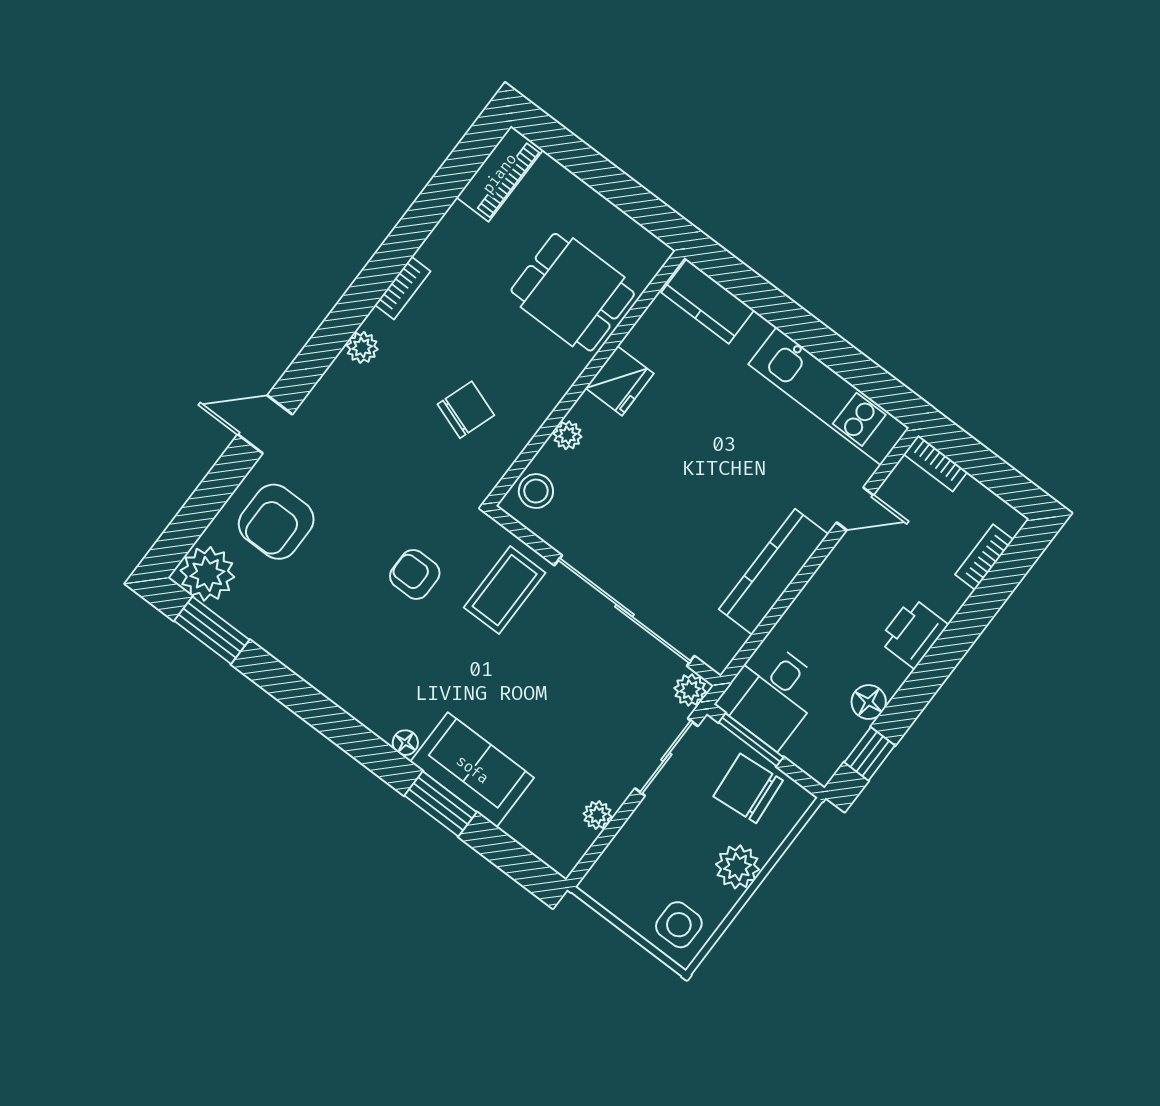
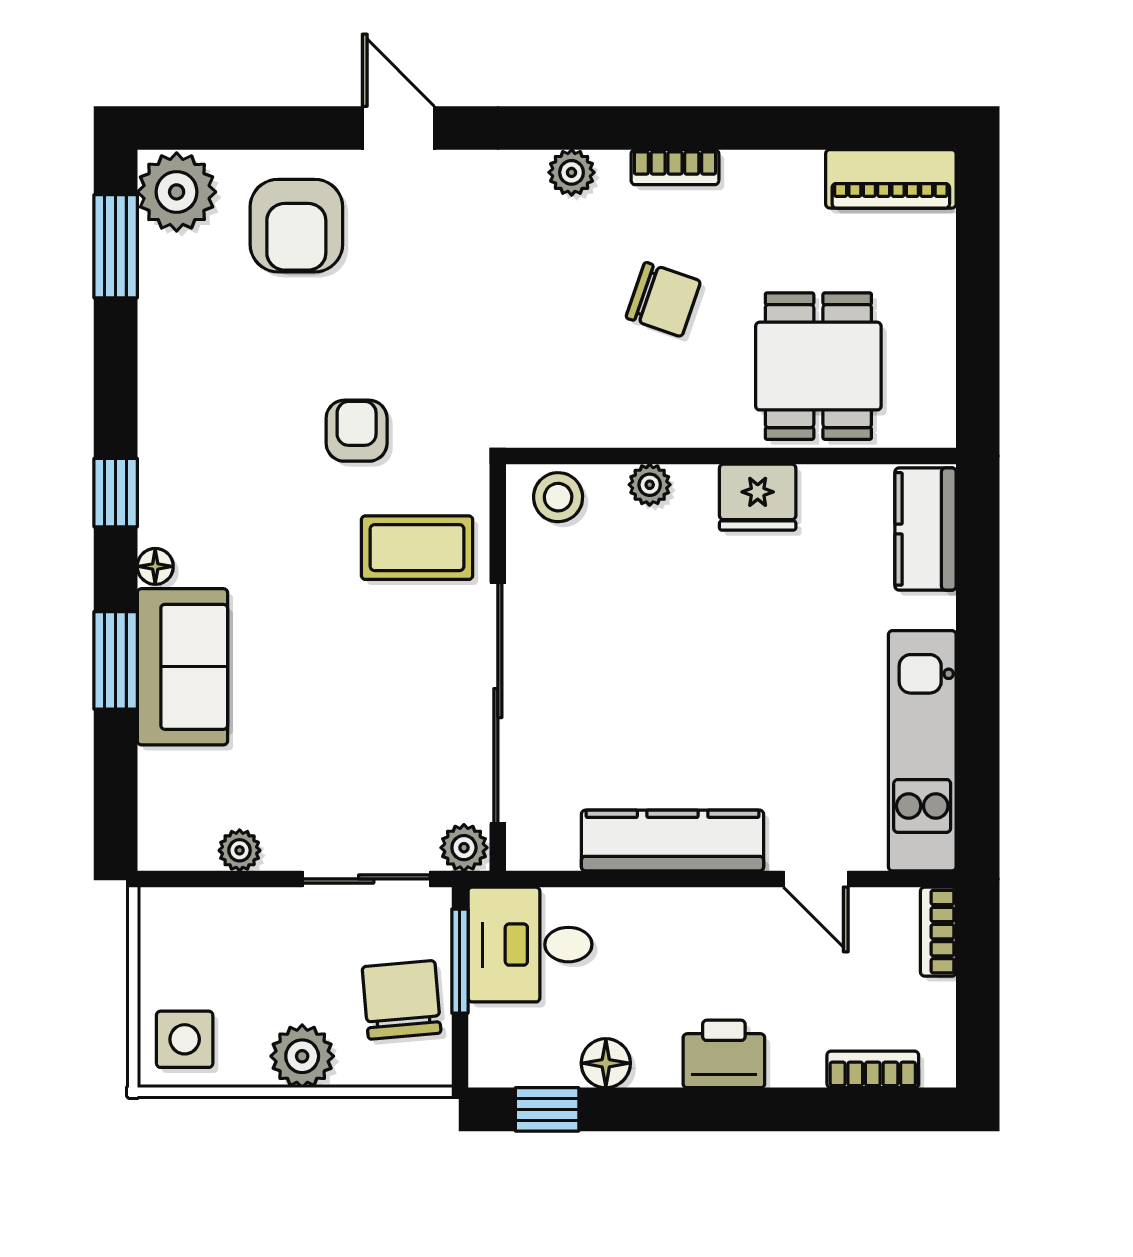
chair: (466, 410) -> (663, 299), moved
armchair: (276, 522) -> (296, 226), turned -90
window: (348, 734) -> (116, 493), added

